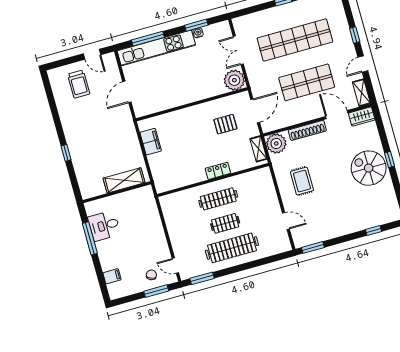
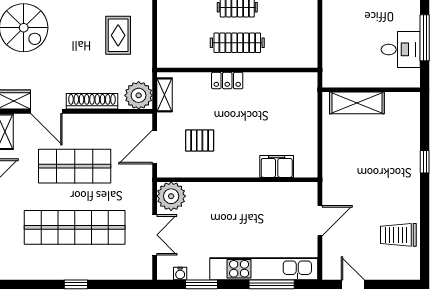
water cooler: (198, 33) -> (180, 273), moved
trolley: (79, 84) -> (398, 235), moved, turned -90
filing cabinet: (151, 142) -> (277, 166), moved, turned 90

